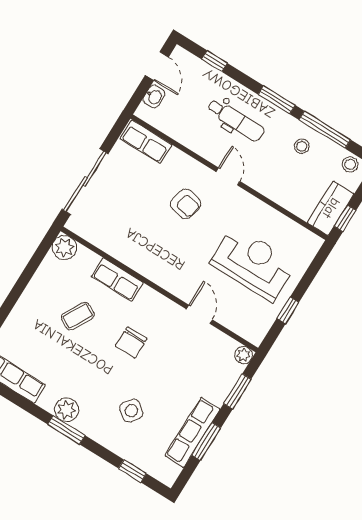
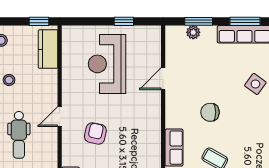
dental chair: (236, 120) -> (19, 135), turned 180
kitchen counter: (331, 208) -> (48, 49), moved, turned 90
chair: (131, 342) -> (210, 112), turned 180
plant: (244, 355) -> (193, 32), moved

